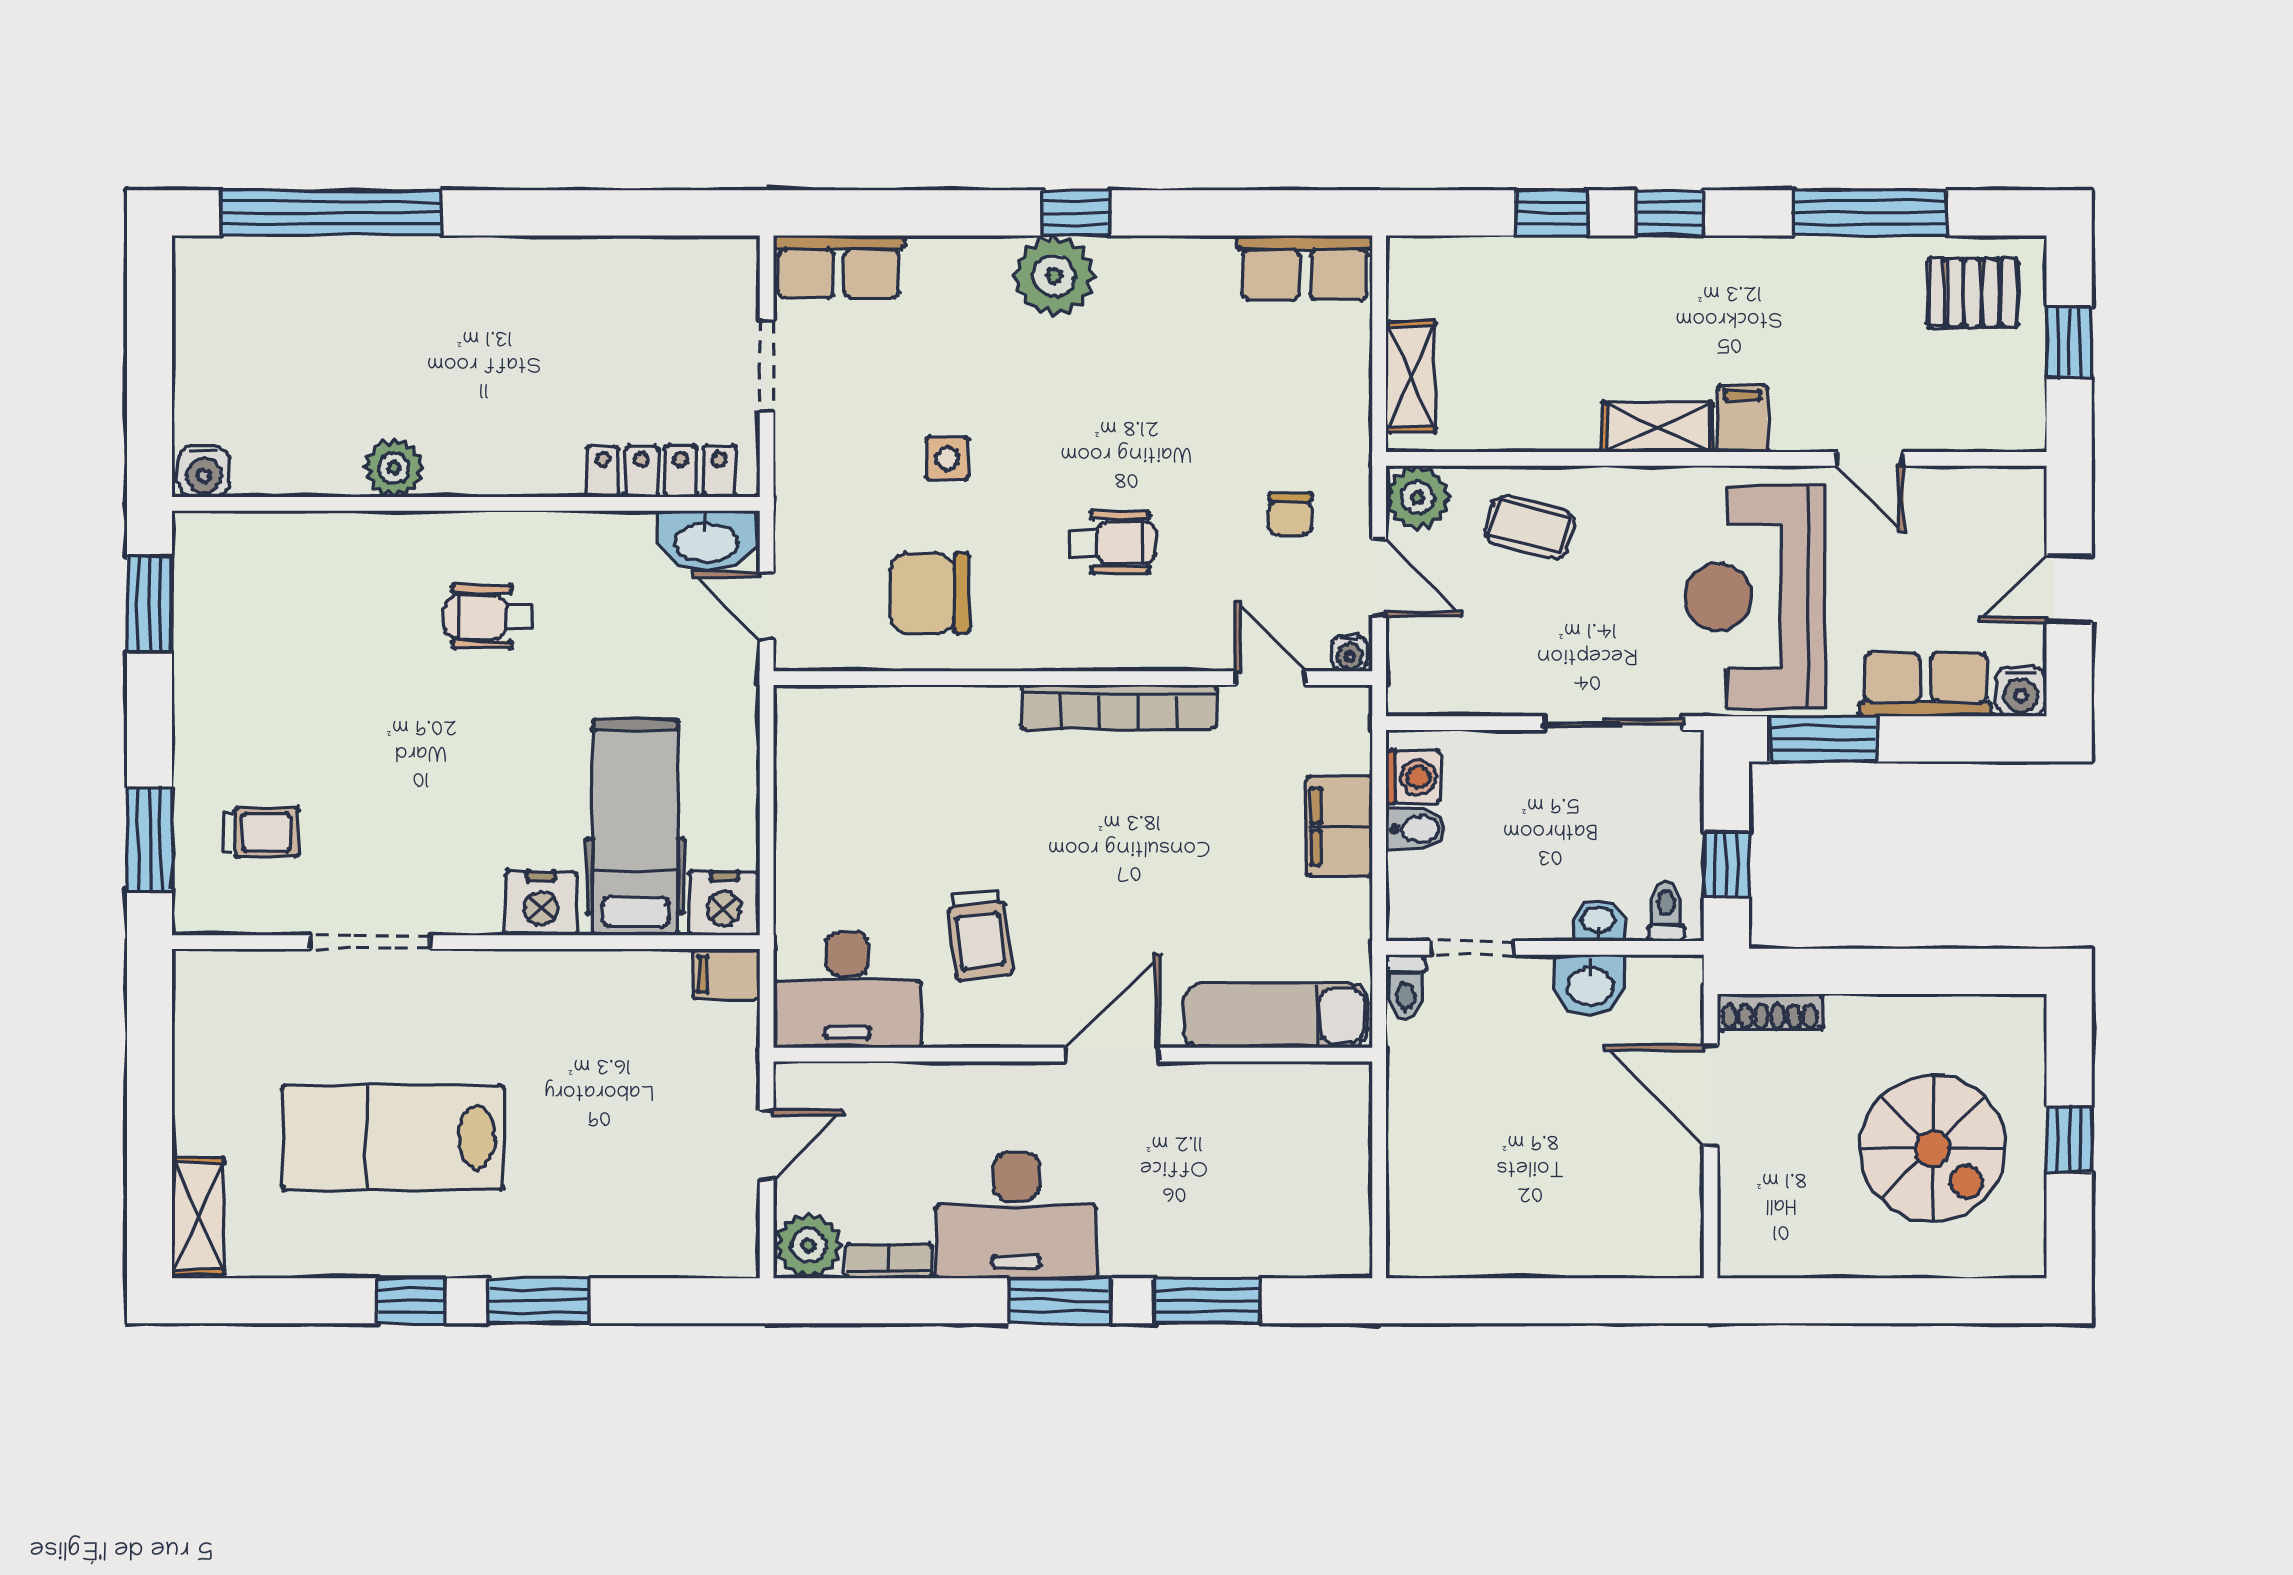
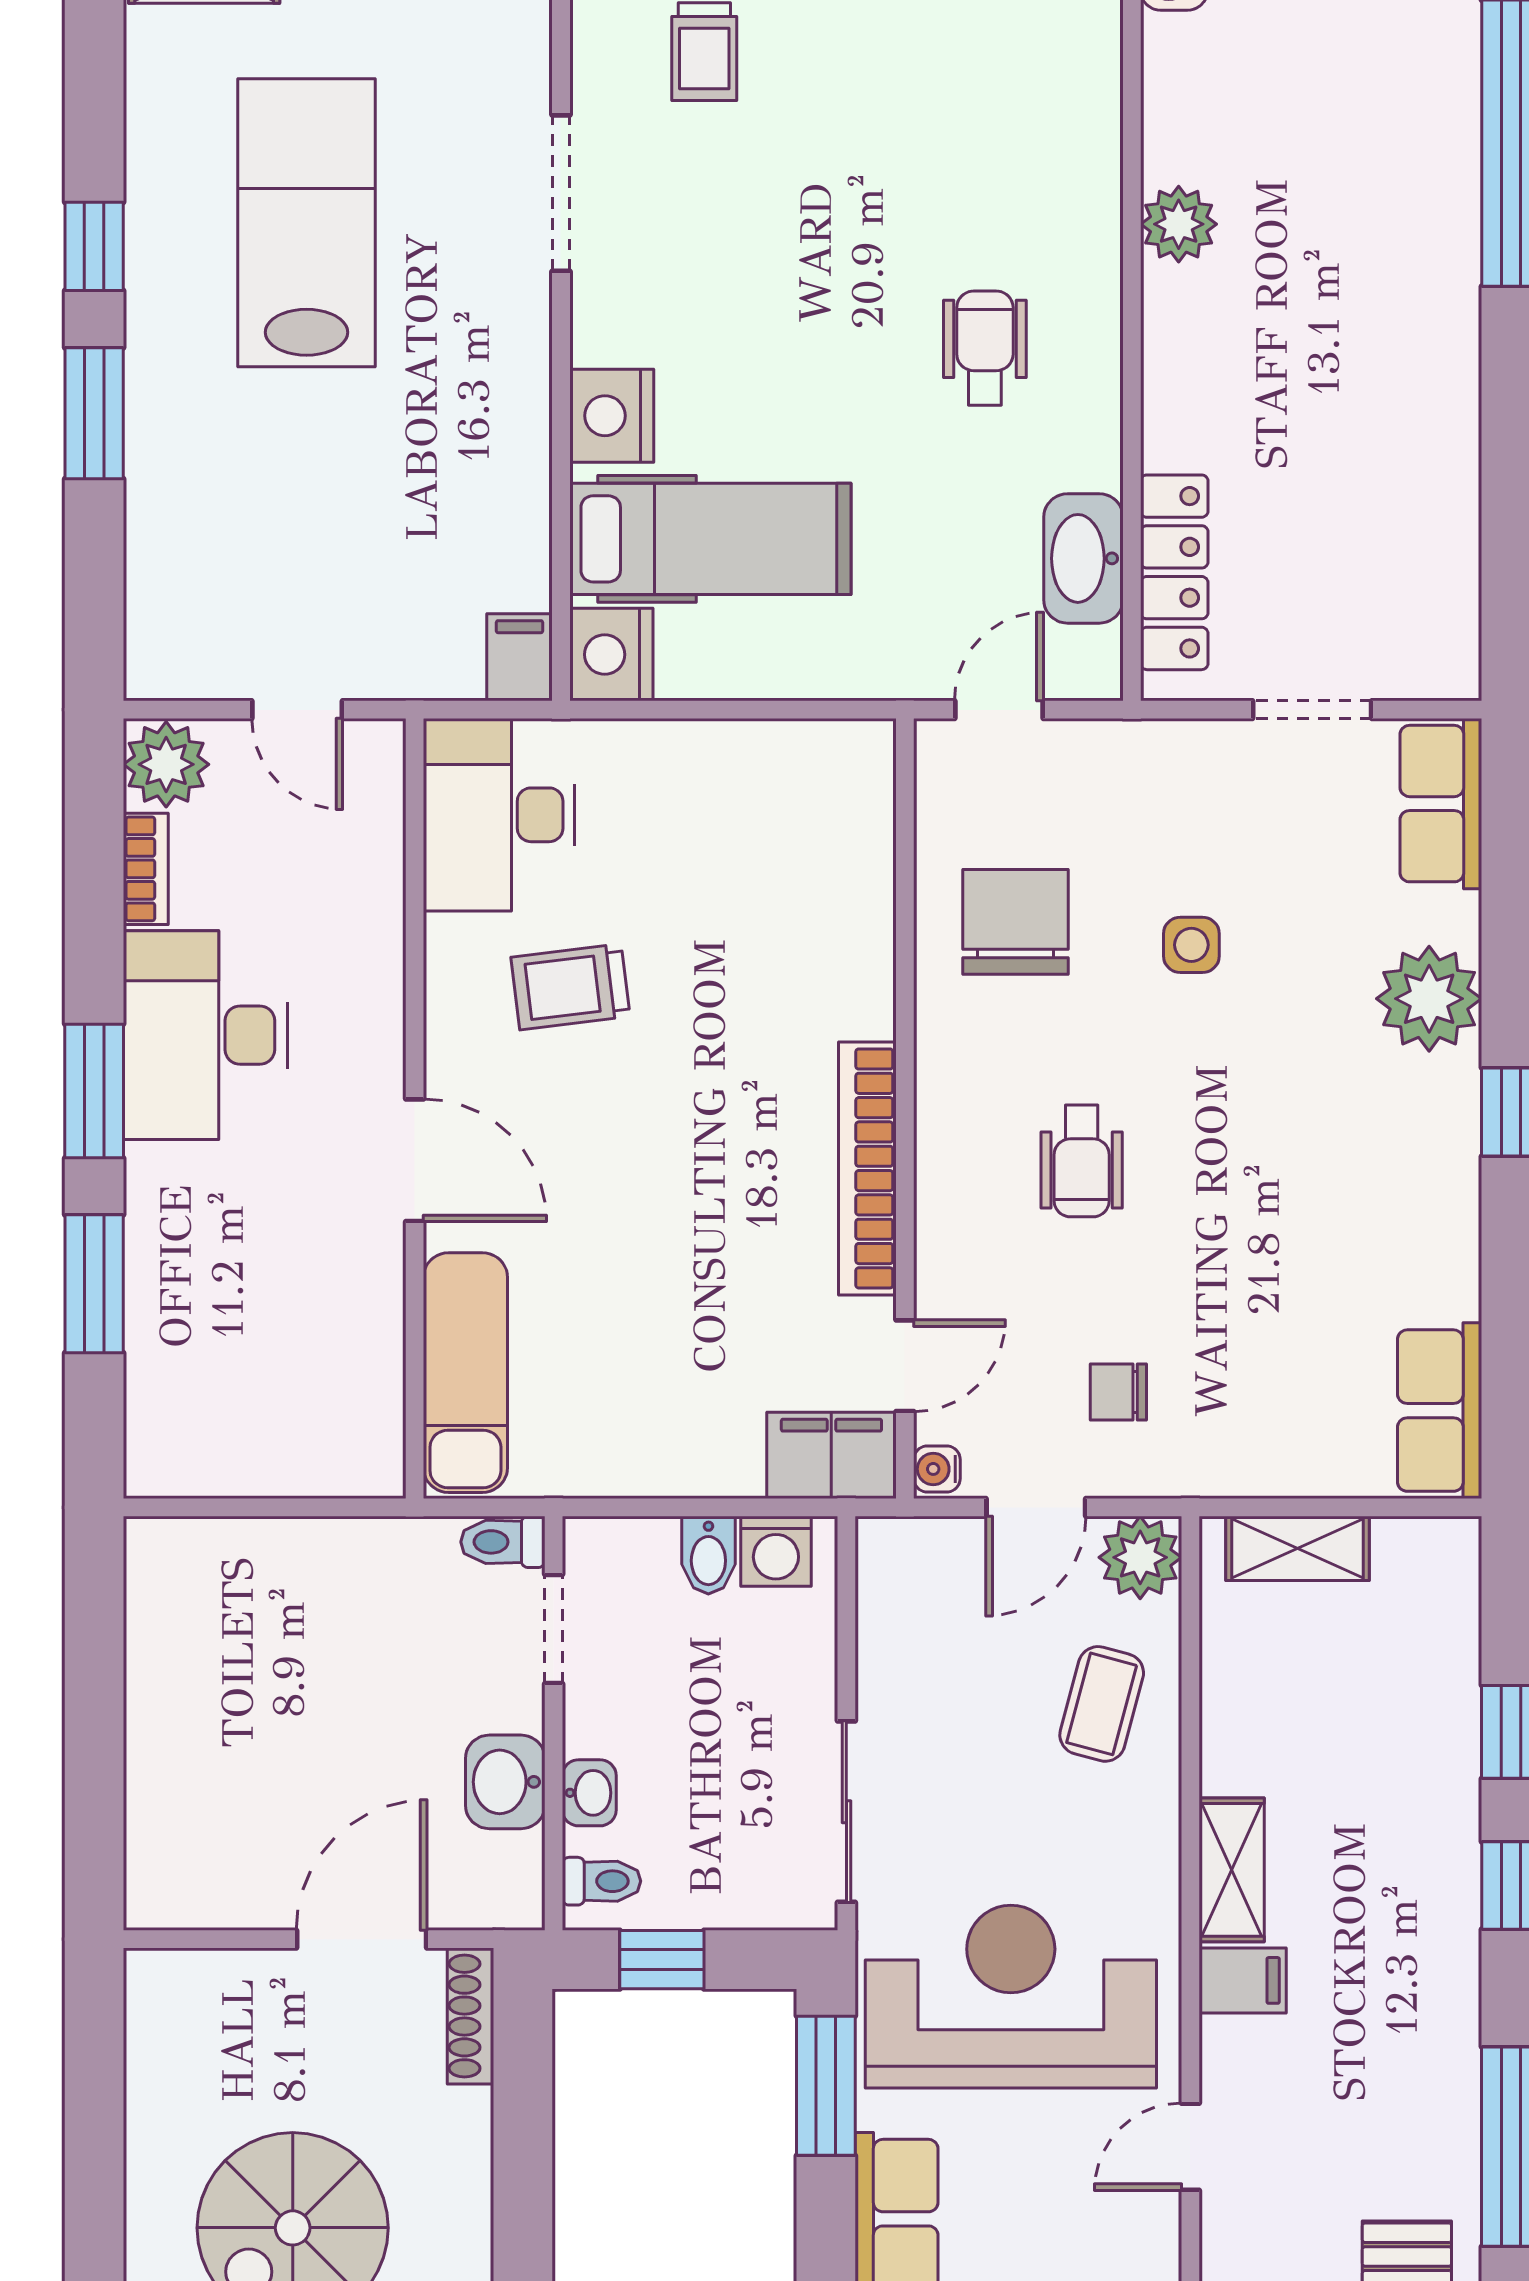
plant: (1054, 276) -> (1429, 999), moved
washbasin: (706, 541) -> (1083, 558), moved
filing cabinet: (1339, 827) -> (831, 1455), moved

